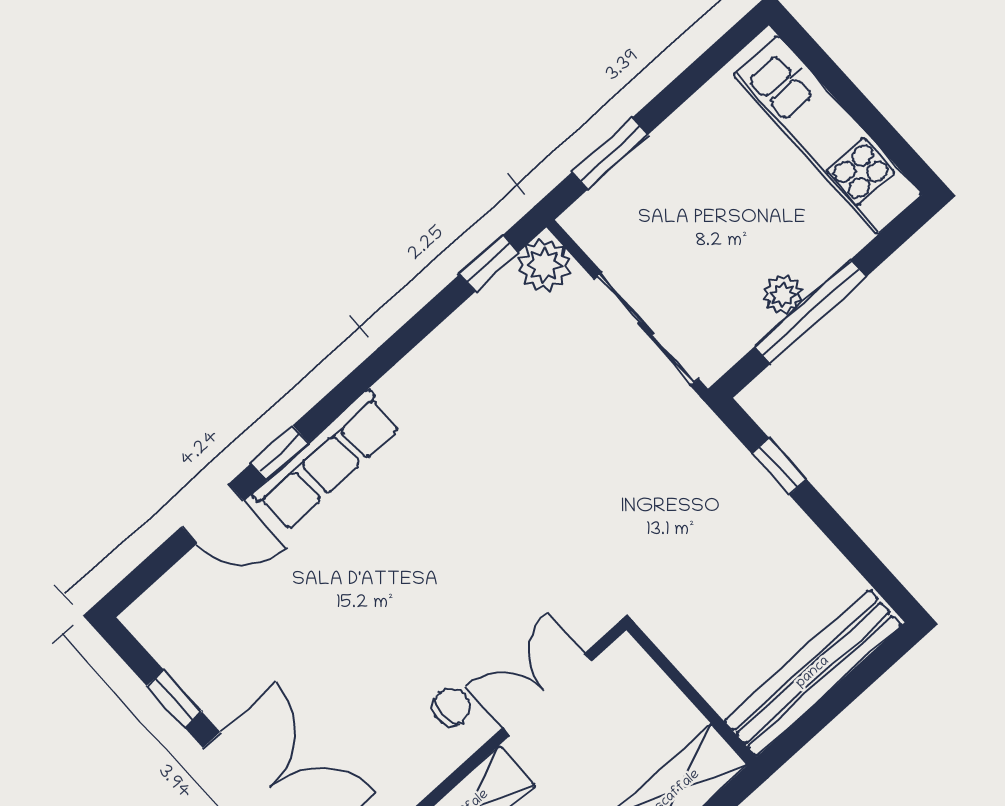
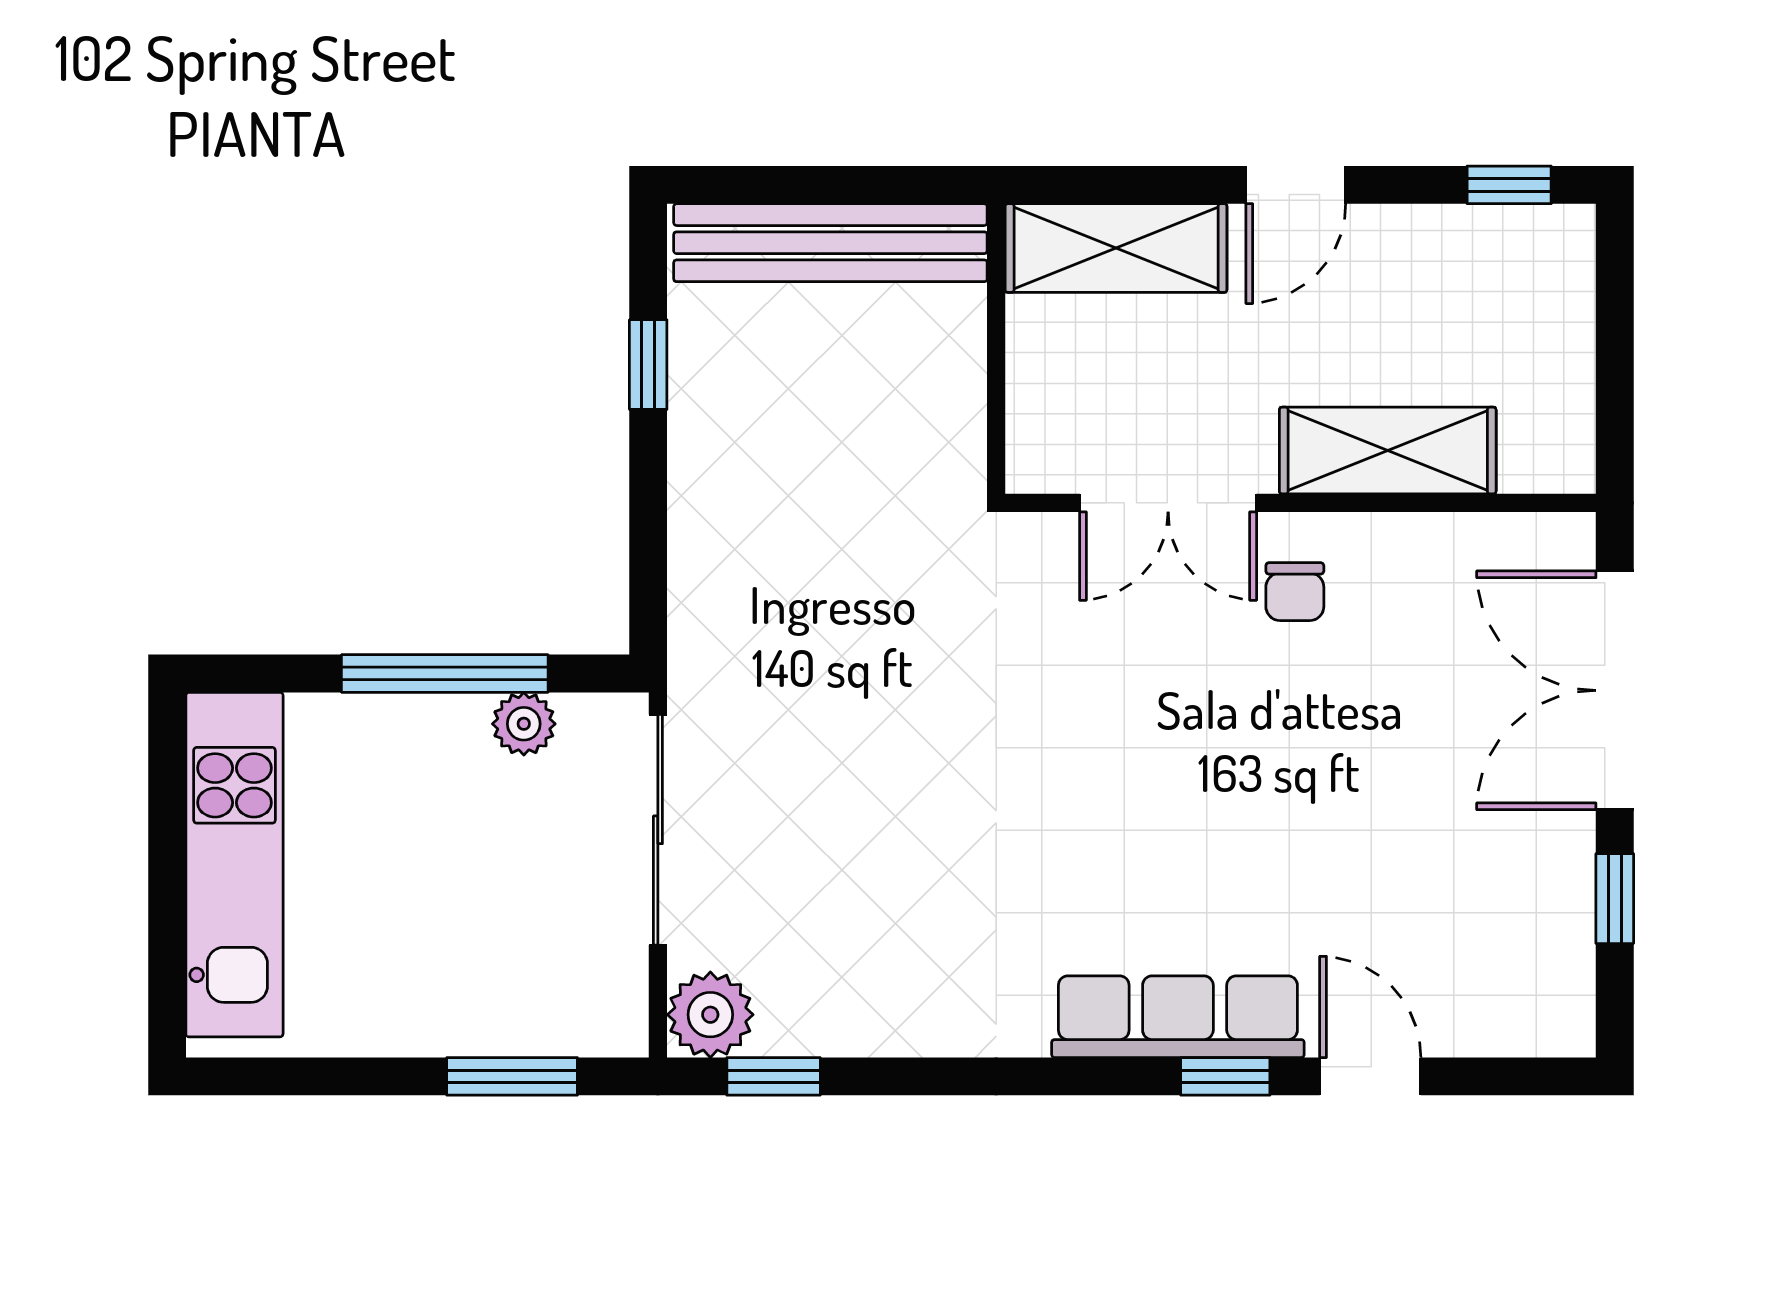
plant: (783, 294) -> (524, 724), moved
window: (779, 466) -> (648, 365), moved
chair: (451, 707) -> (1295, 592), turned -90

